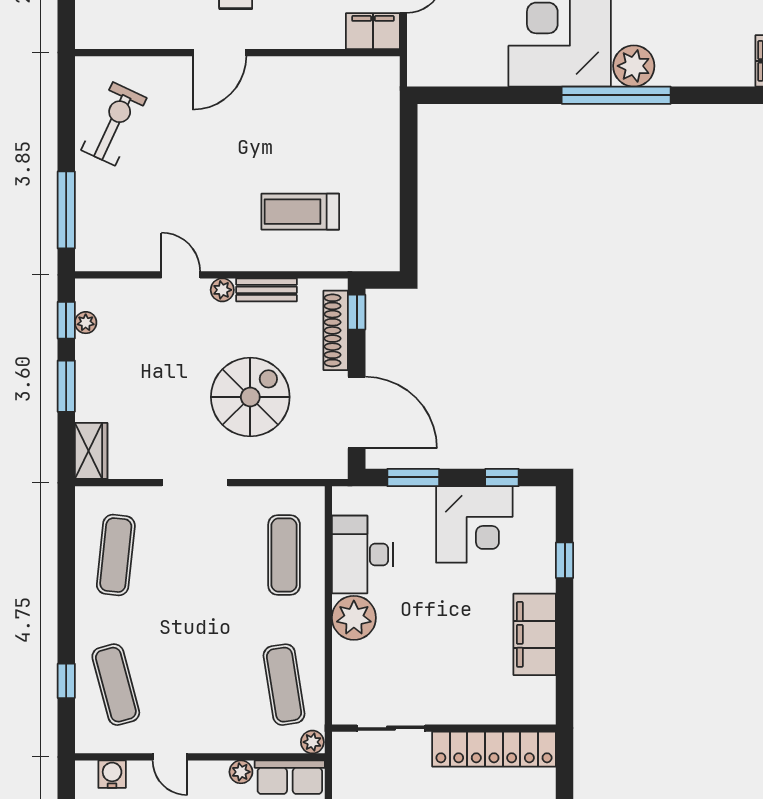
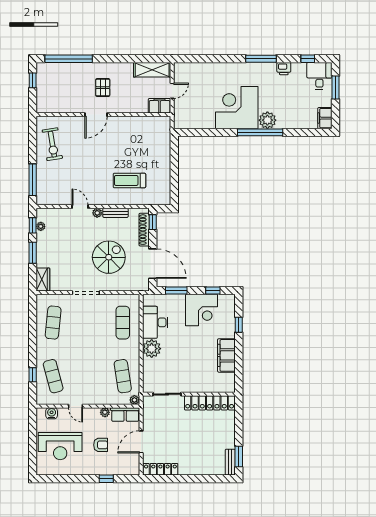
exercise bike: (114, 124) -> (52, 144), turned 146

